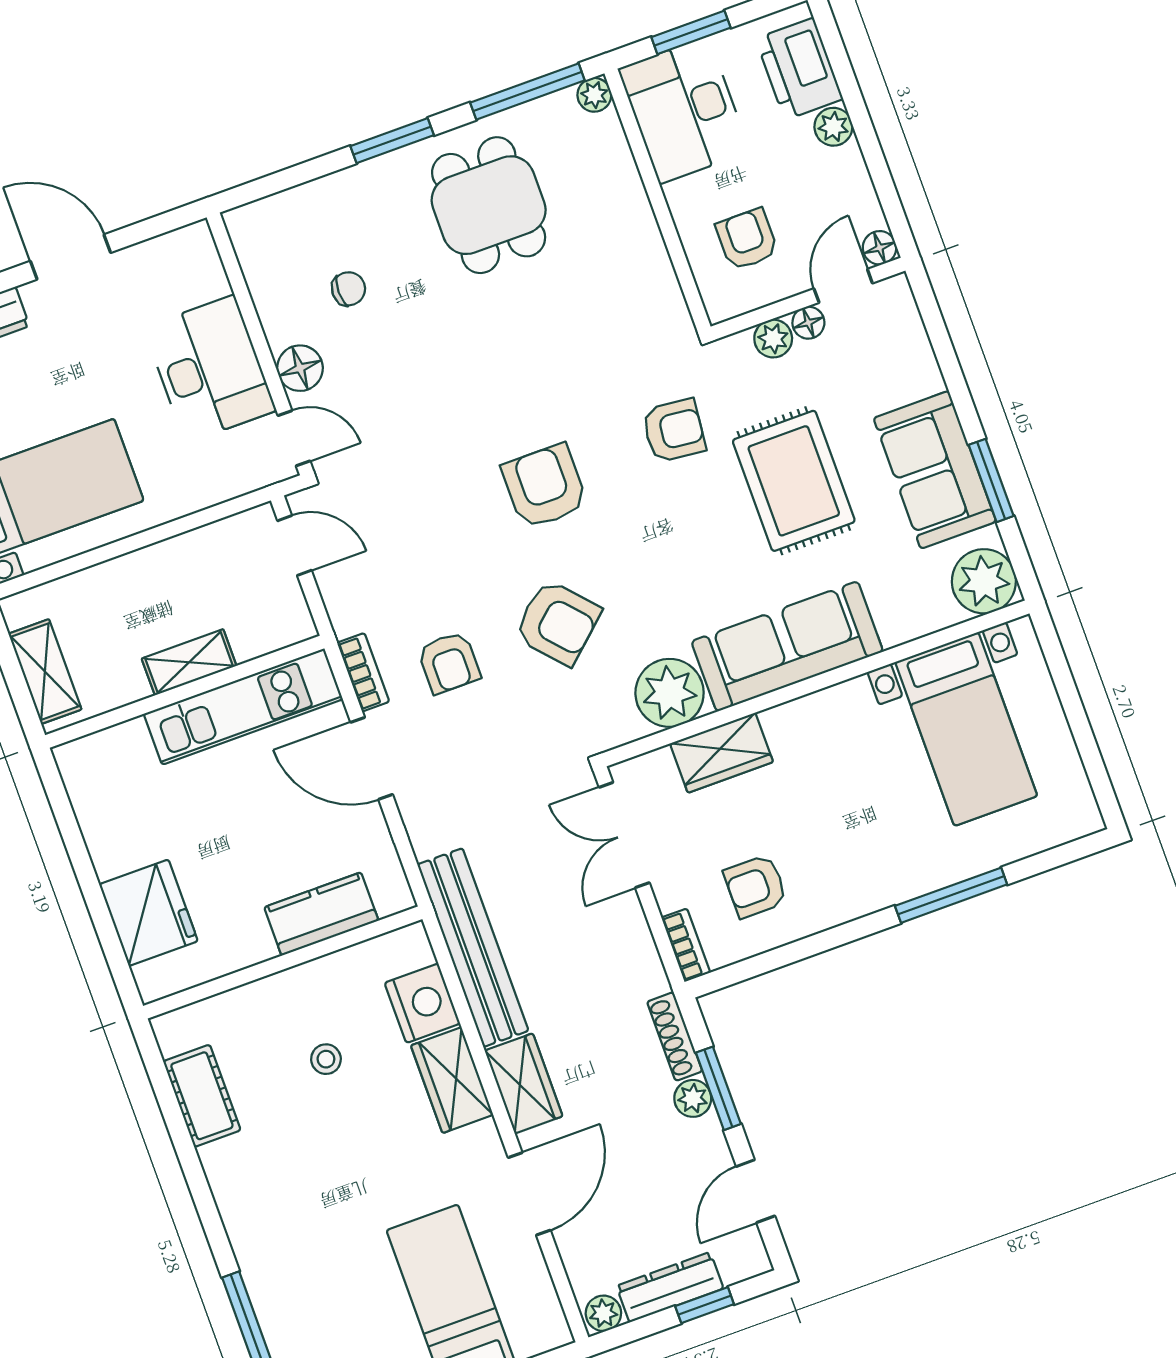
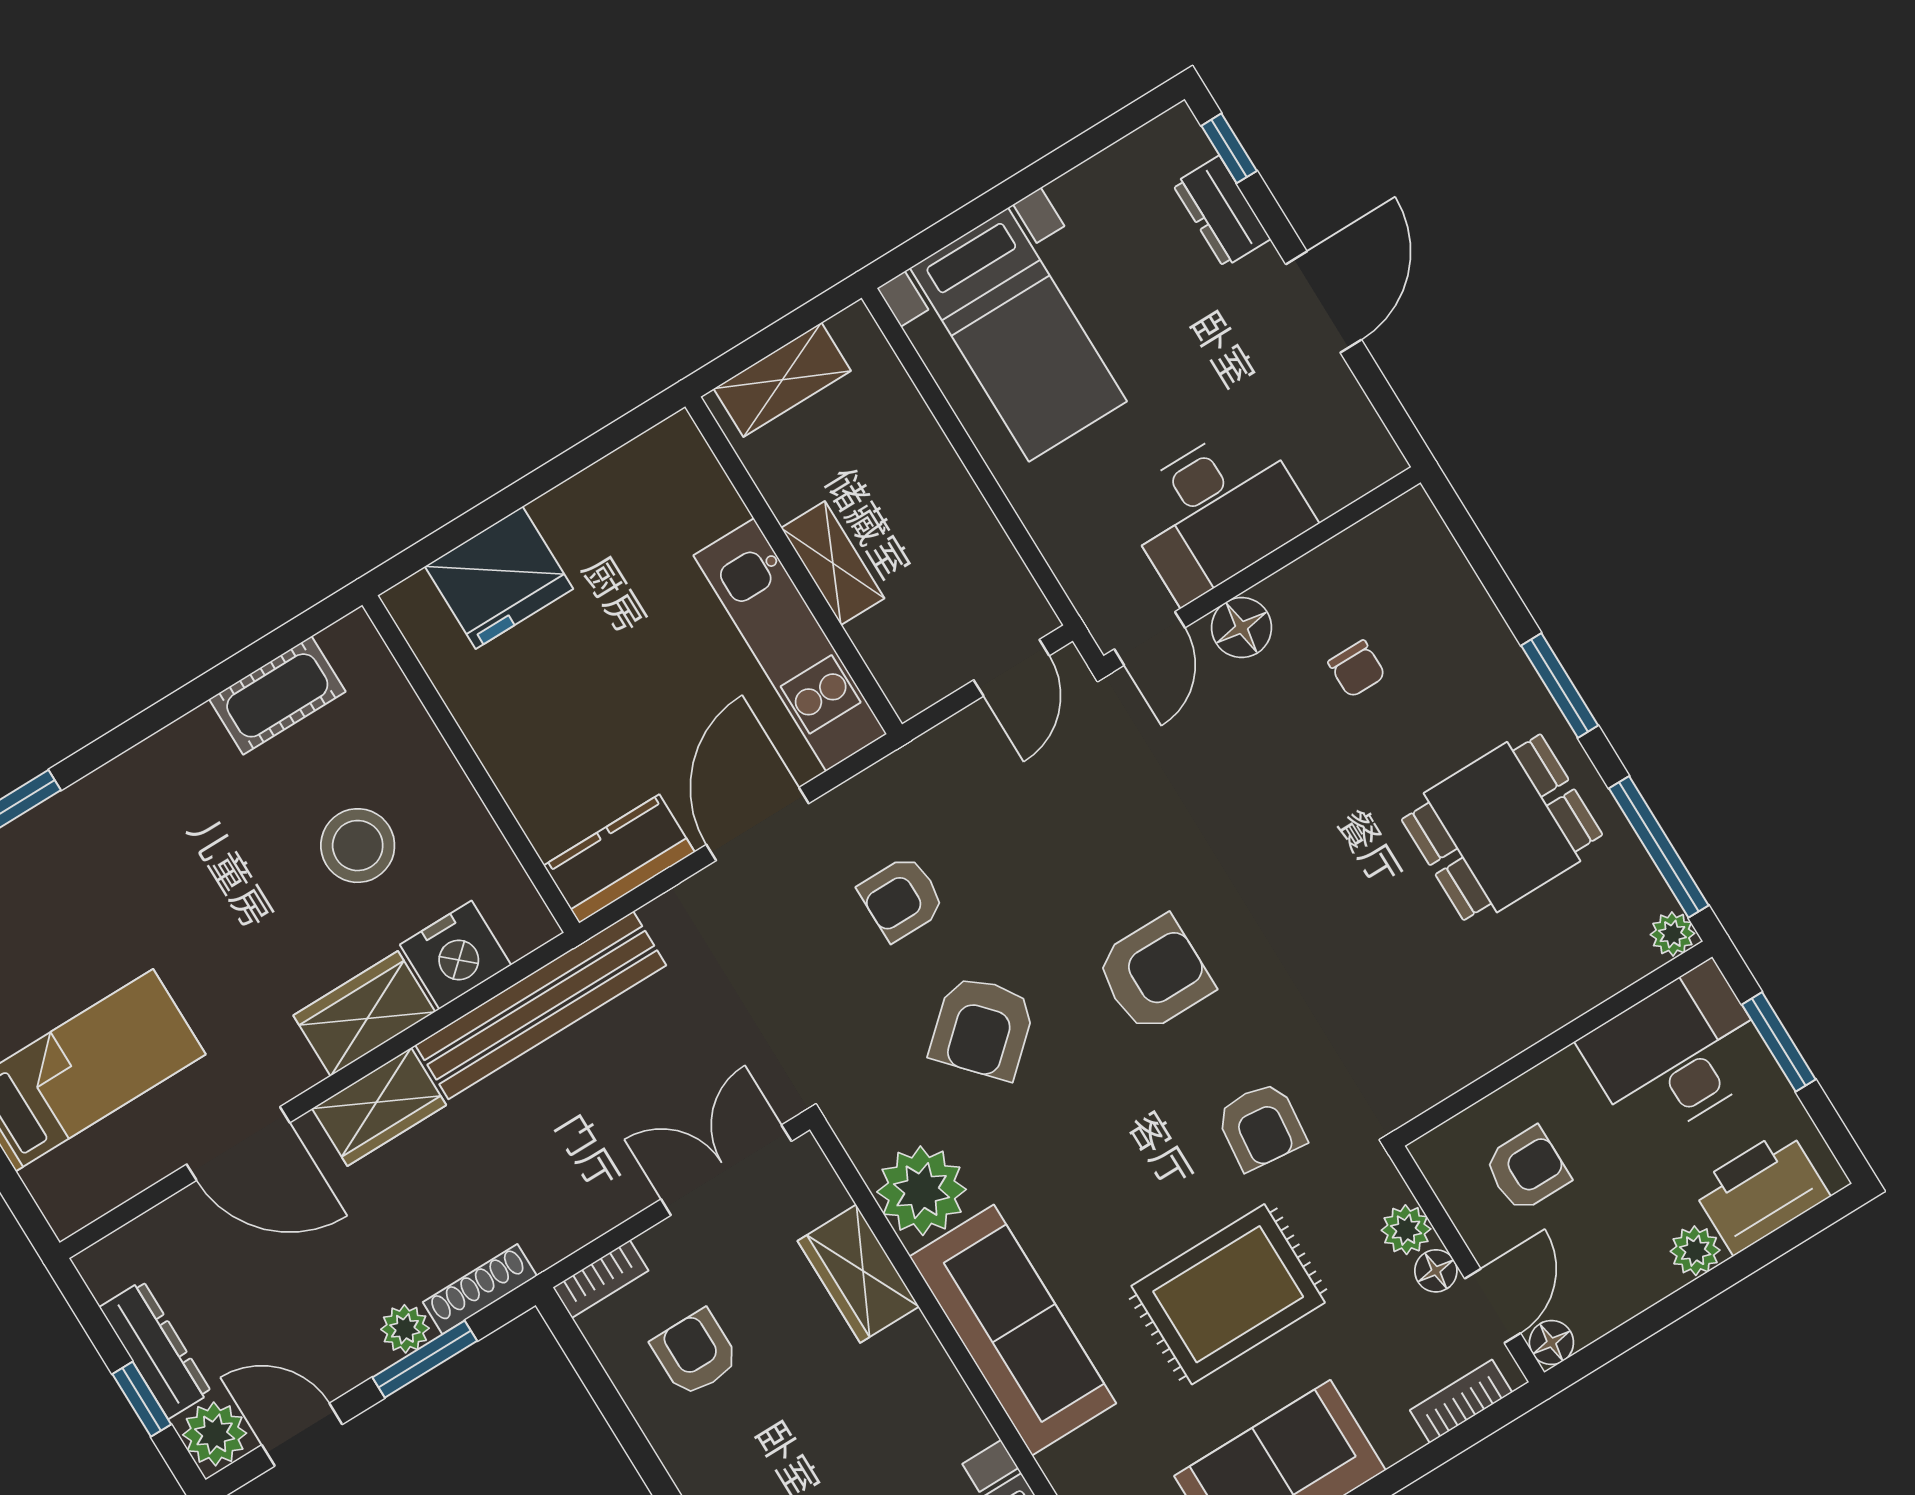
door: (843, 286) -> (1493, 1306), hinge flipped
bookcase: (363, 672) -> (1461, 1401), moved, turned 180
kitchen counter: (321, 914) -> (619, 859), moved, turned -90
stool: (326, 1059) -> (358, 846), width x1.89, depth x1.89
plant: (603, 1313) -> (215, 1434), moved, width x1.38, depth x1.38

